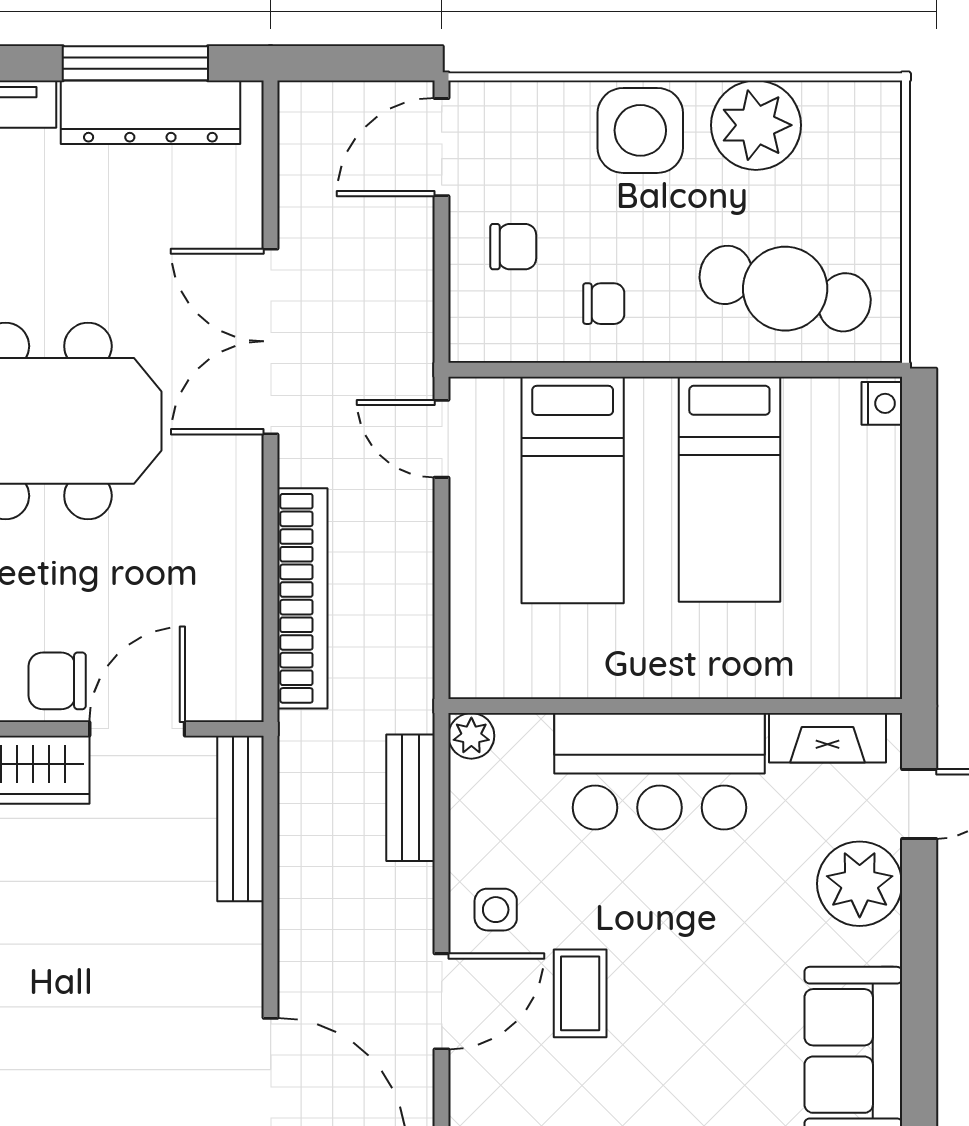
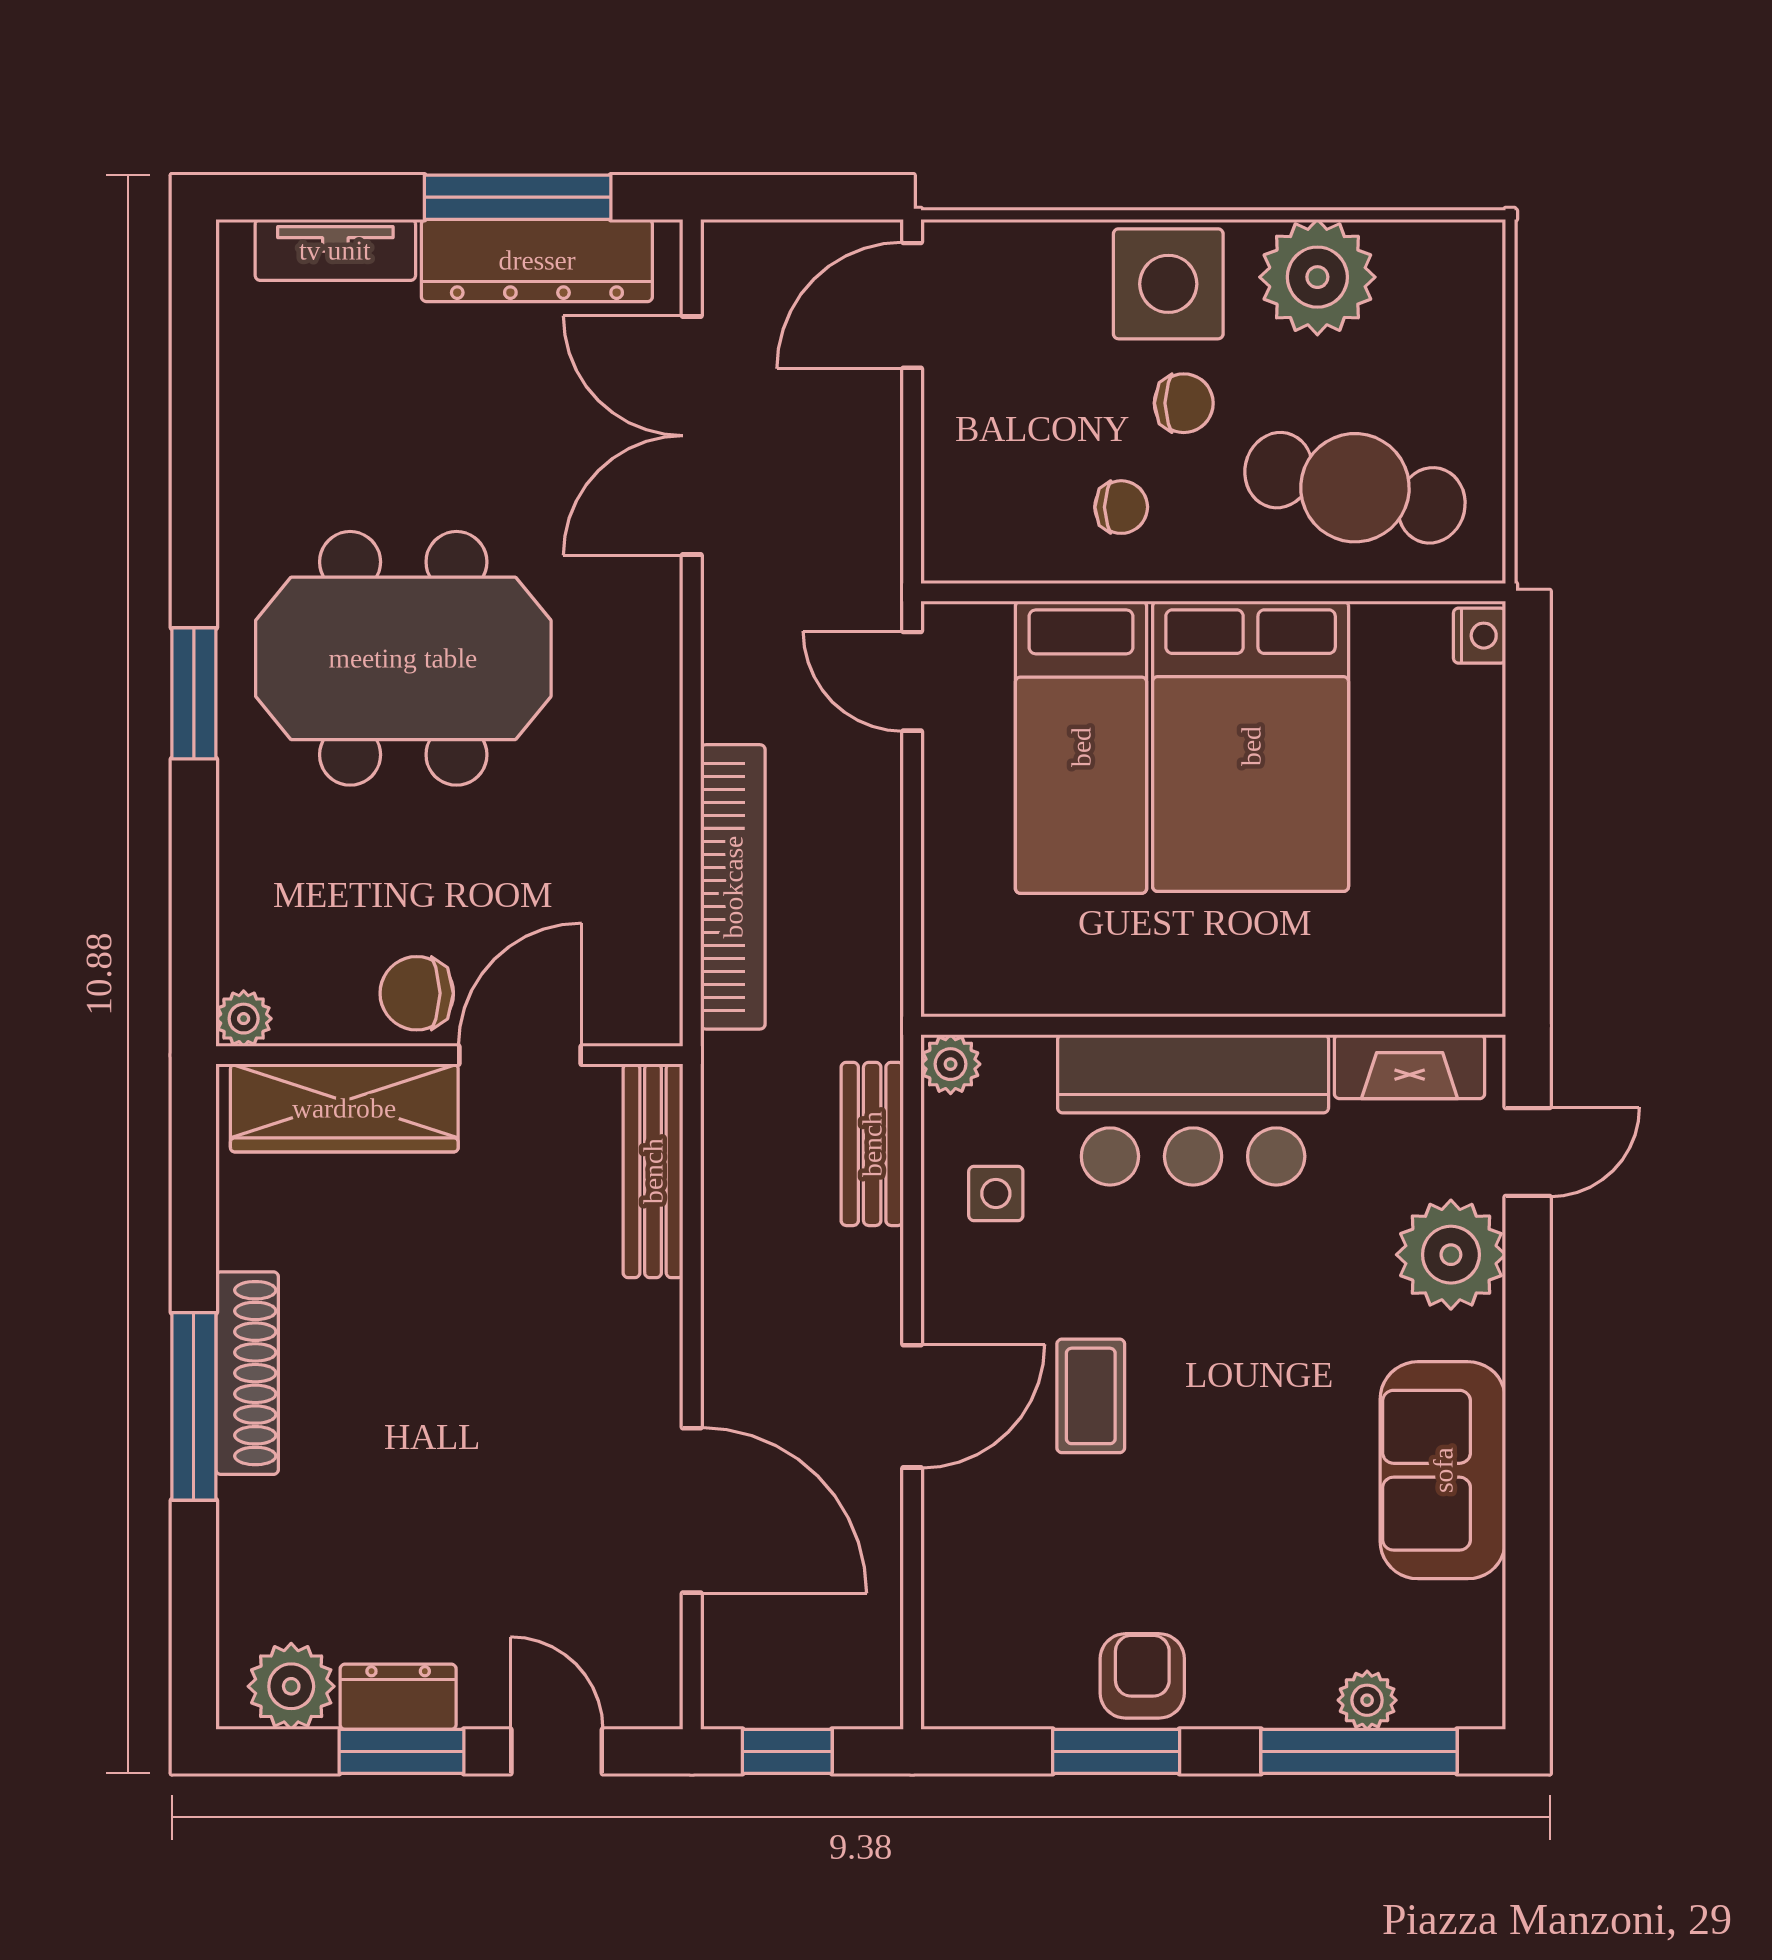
chair: (513, 247) -> (1184, 403), moved
double door: (271, 341) -> (692, 436), moved
bed: (729, 489) -> (1251, 746), width x1.50
side table: (496, 910) -> (996, 1193), moved

